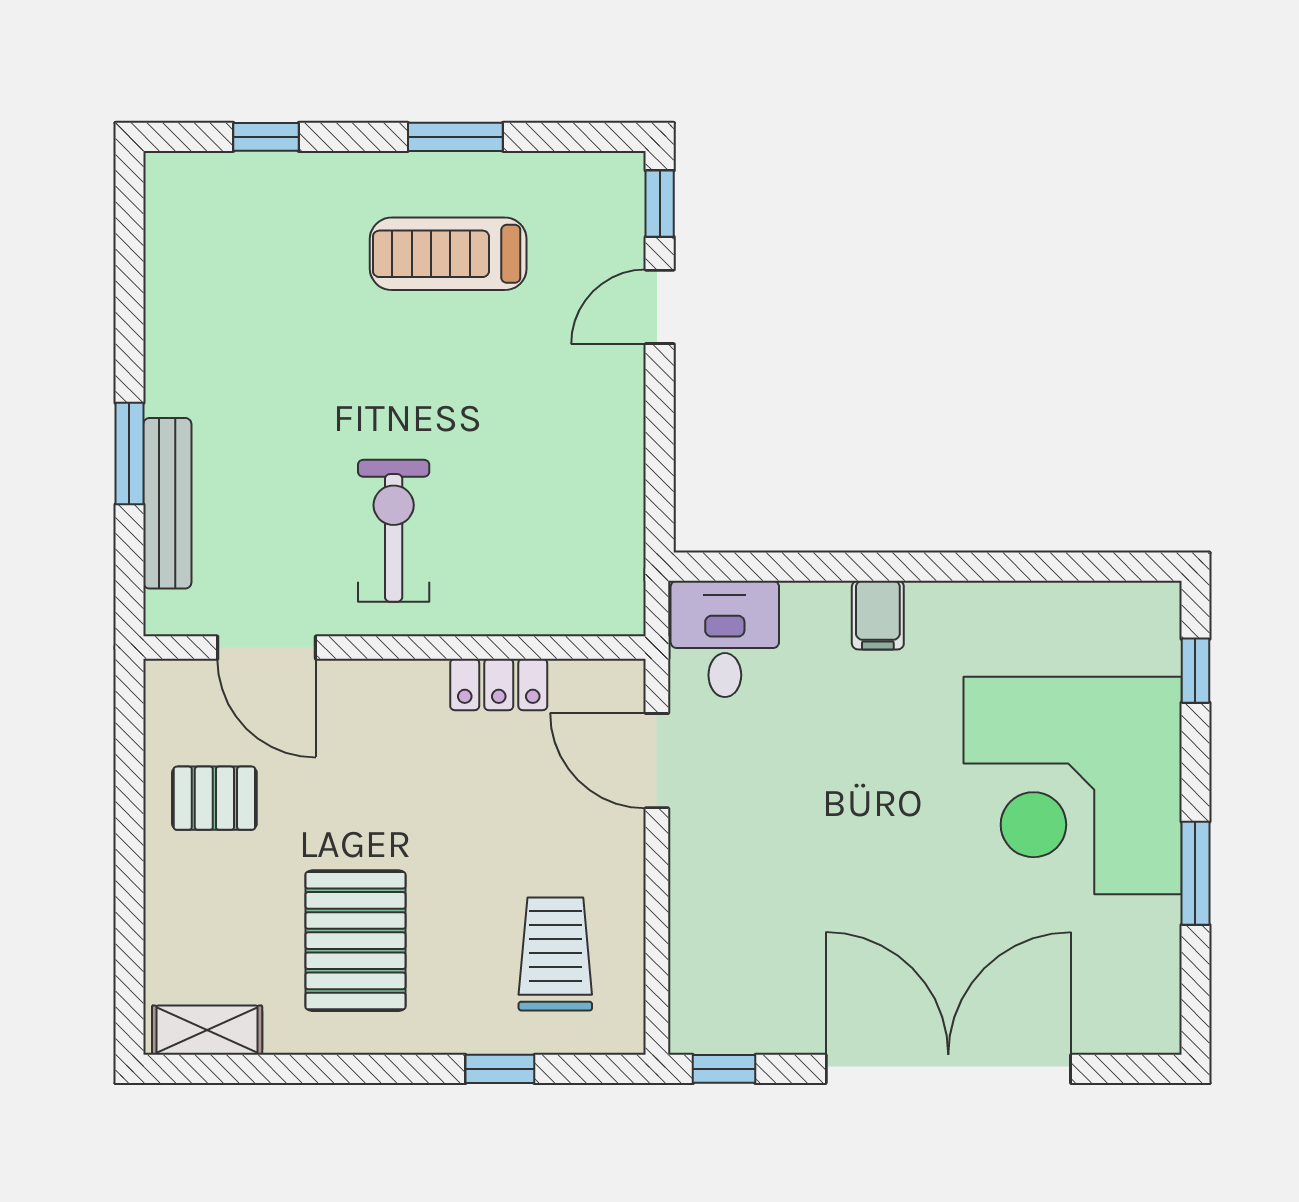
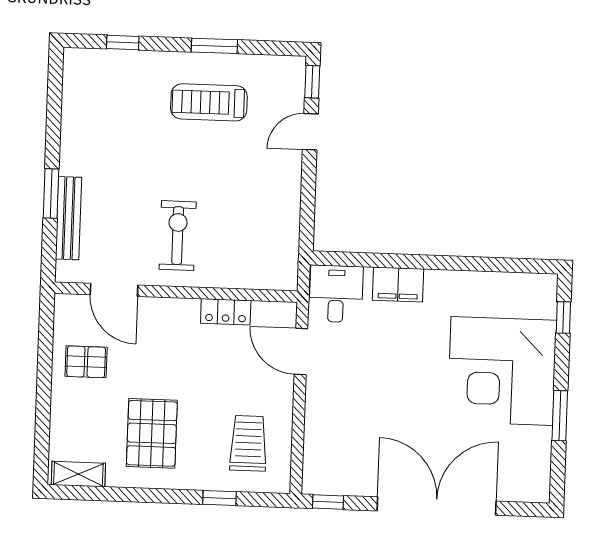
filing cabinet: (878, 615) -> (398, 284), width x2.00

